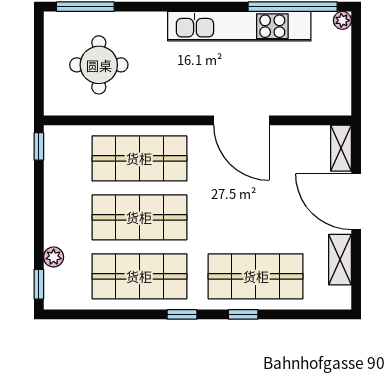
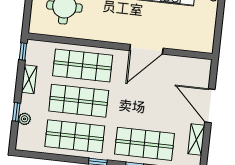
door: (241, 120) -> (146, 49), hinge flipped
shelving: (341, 148) -> (29, 79), moved
window: (39, 284) -> (16, 112), moved

